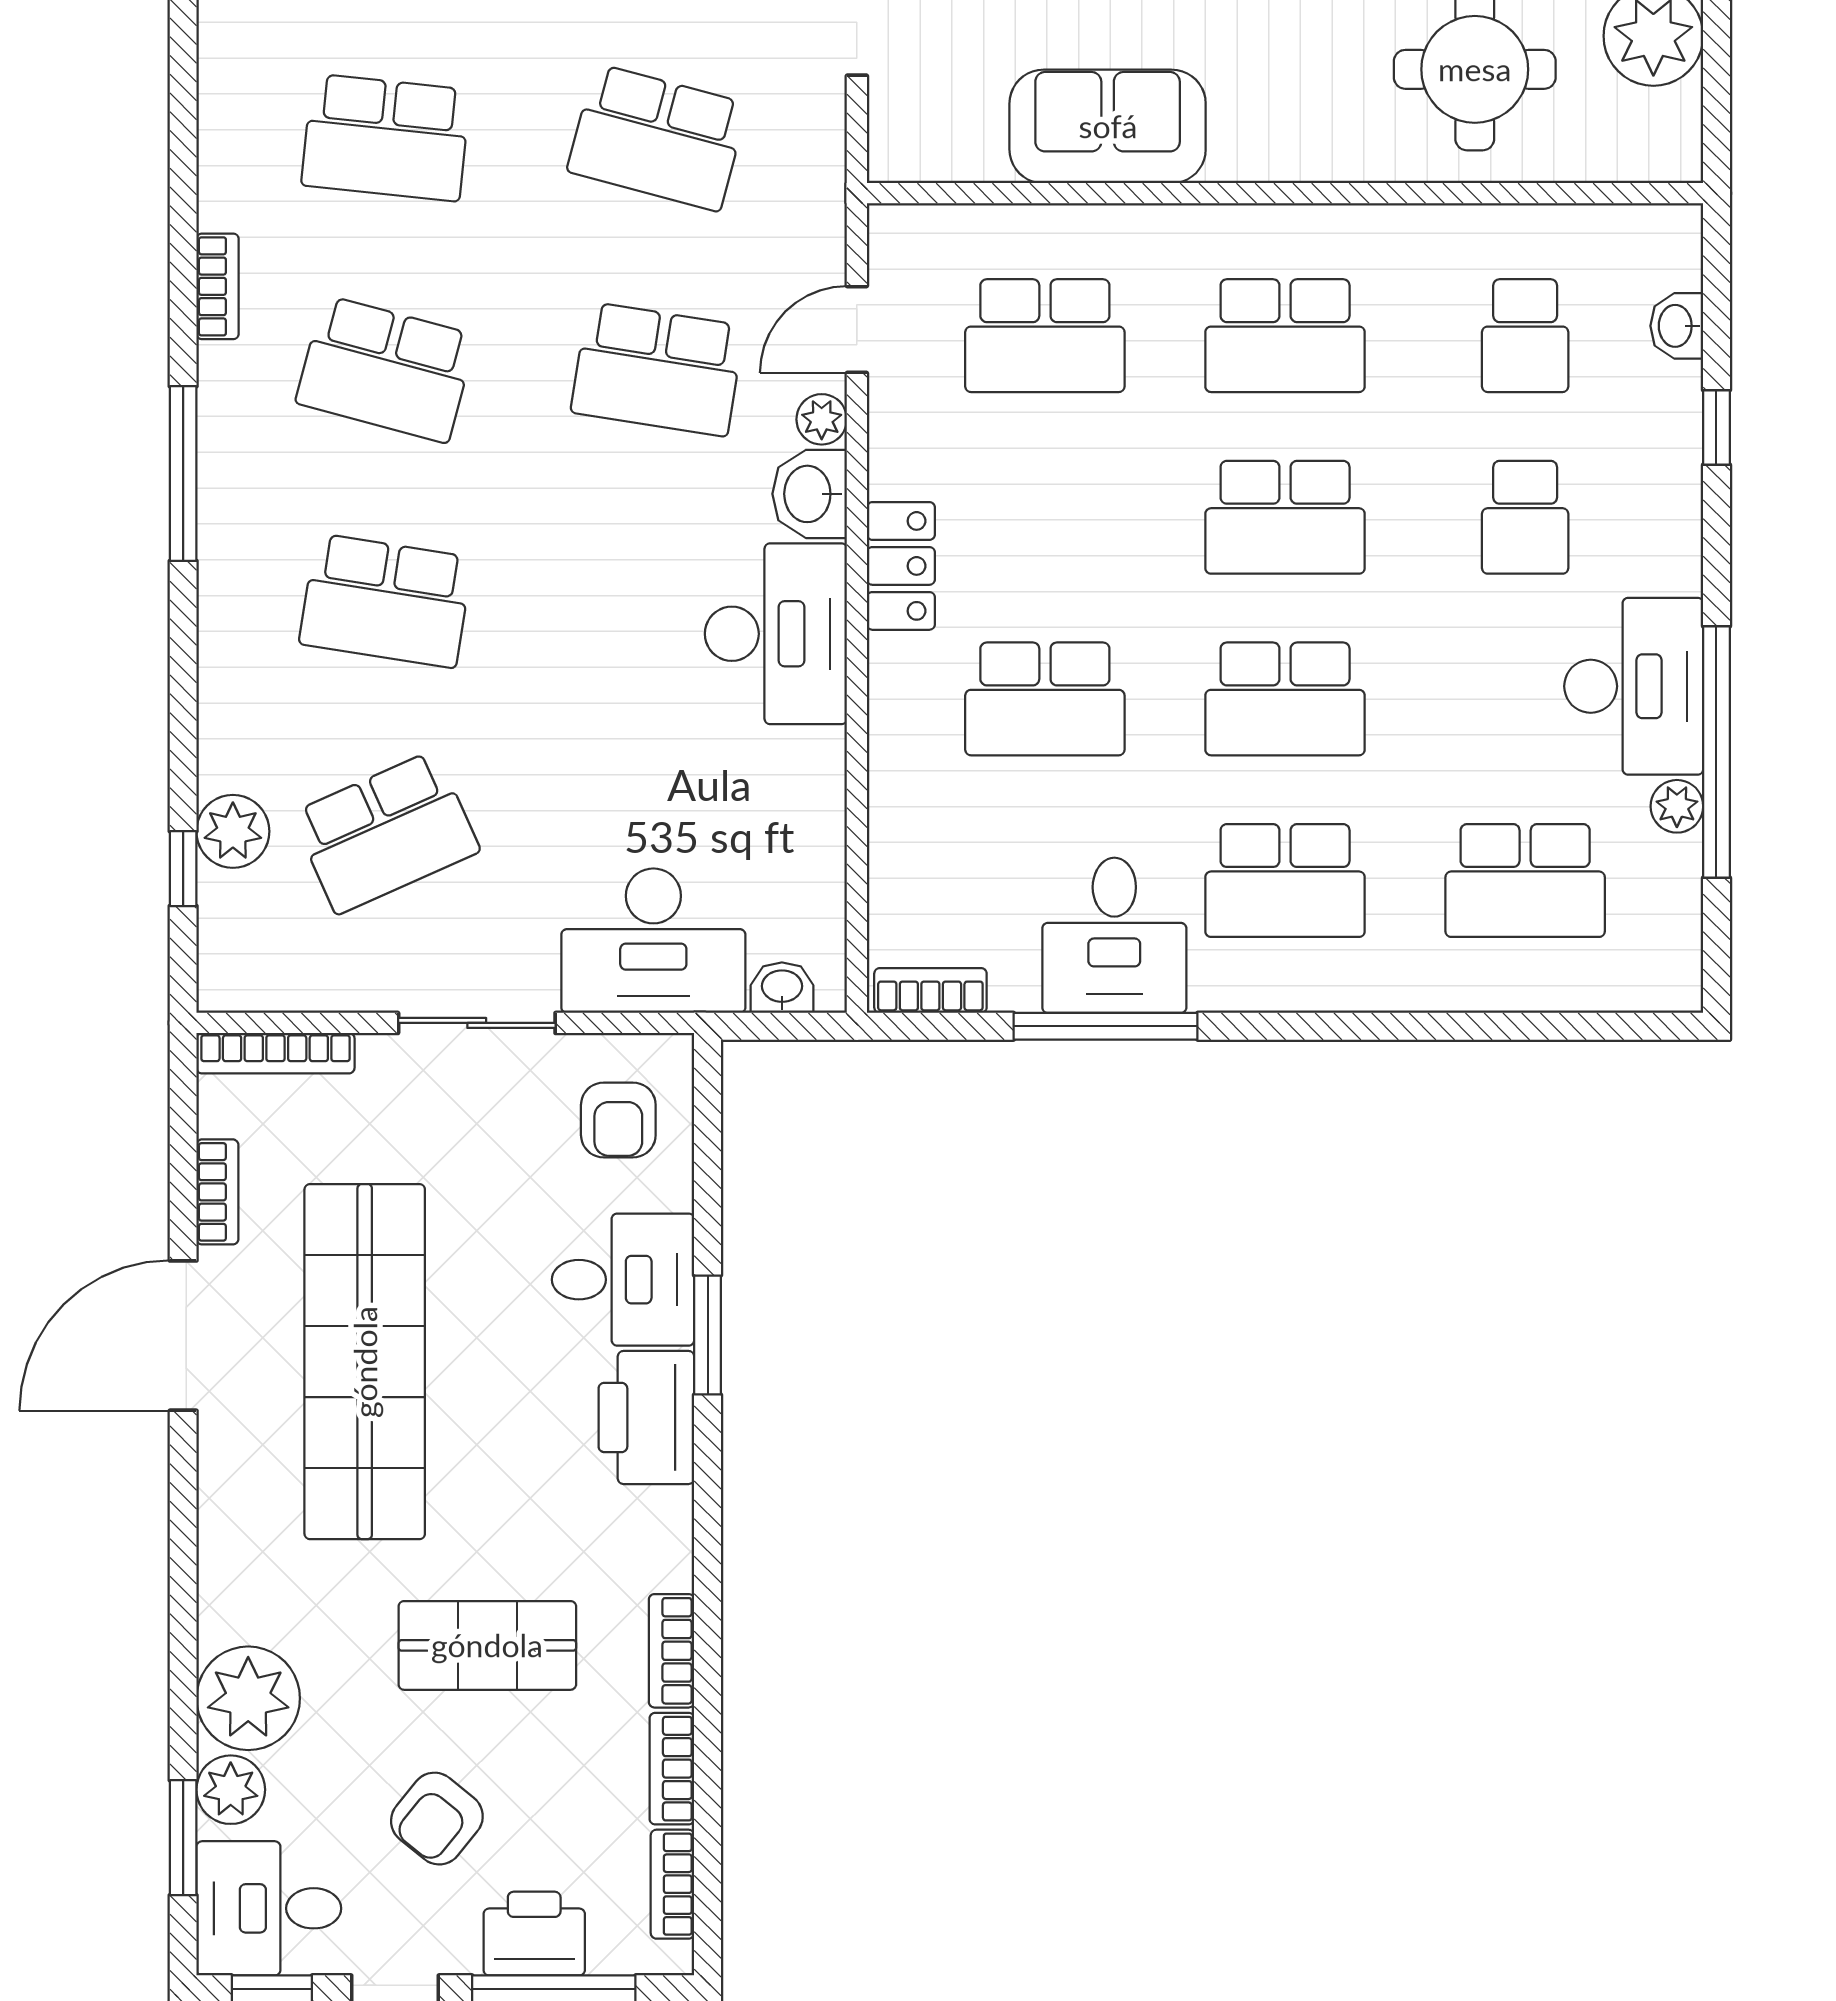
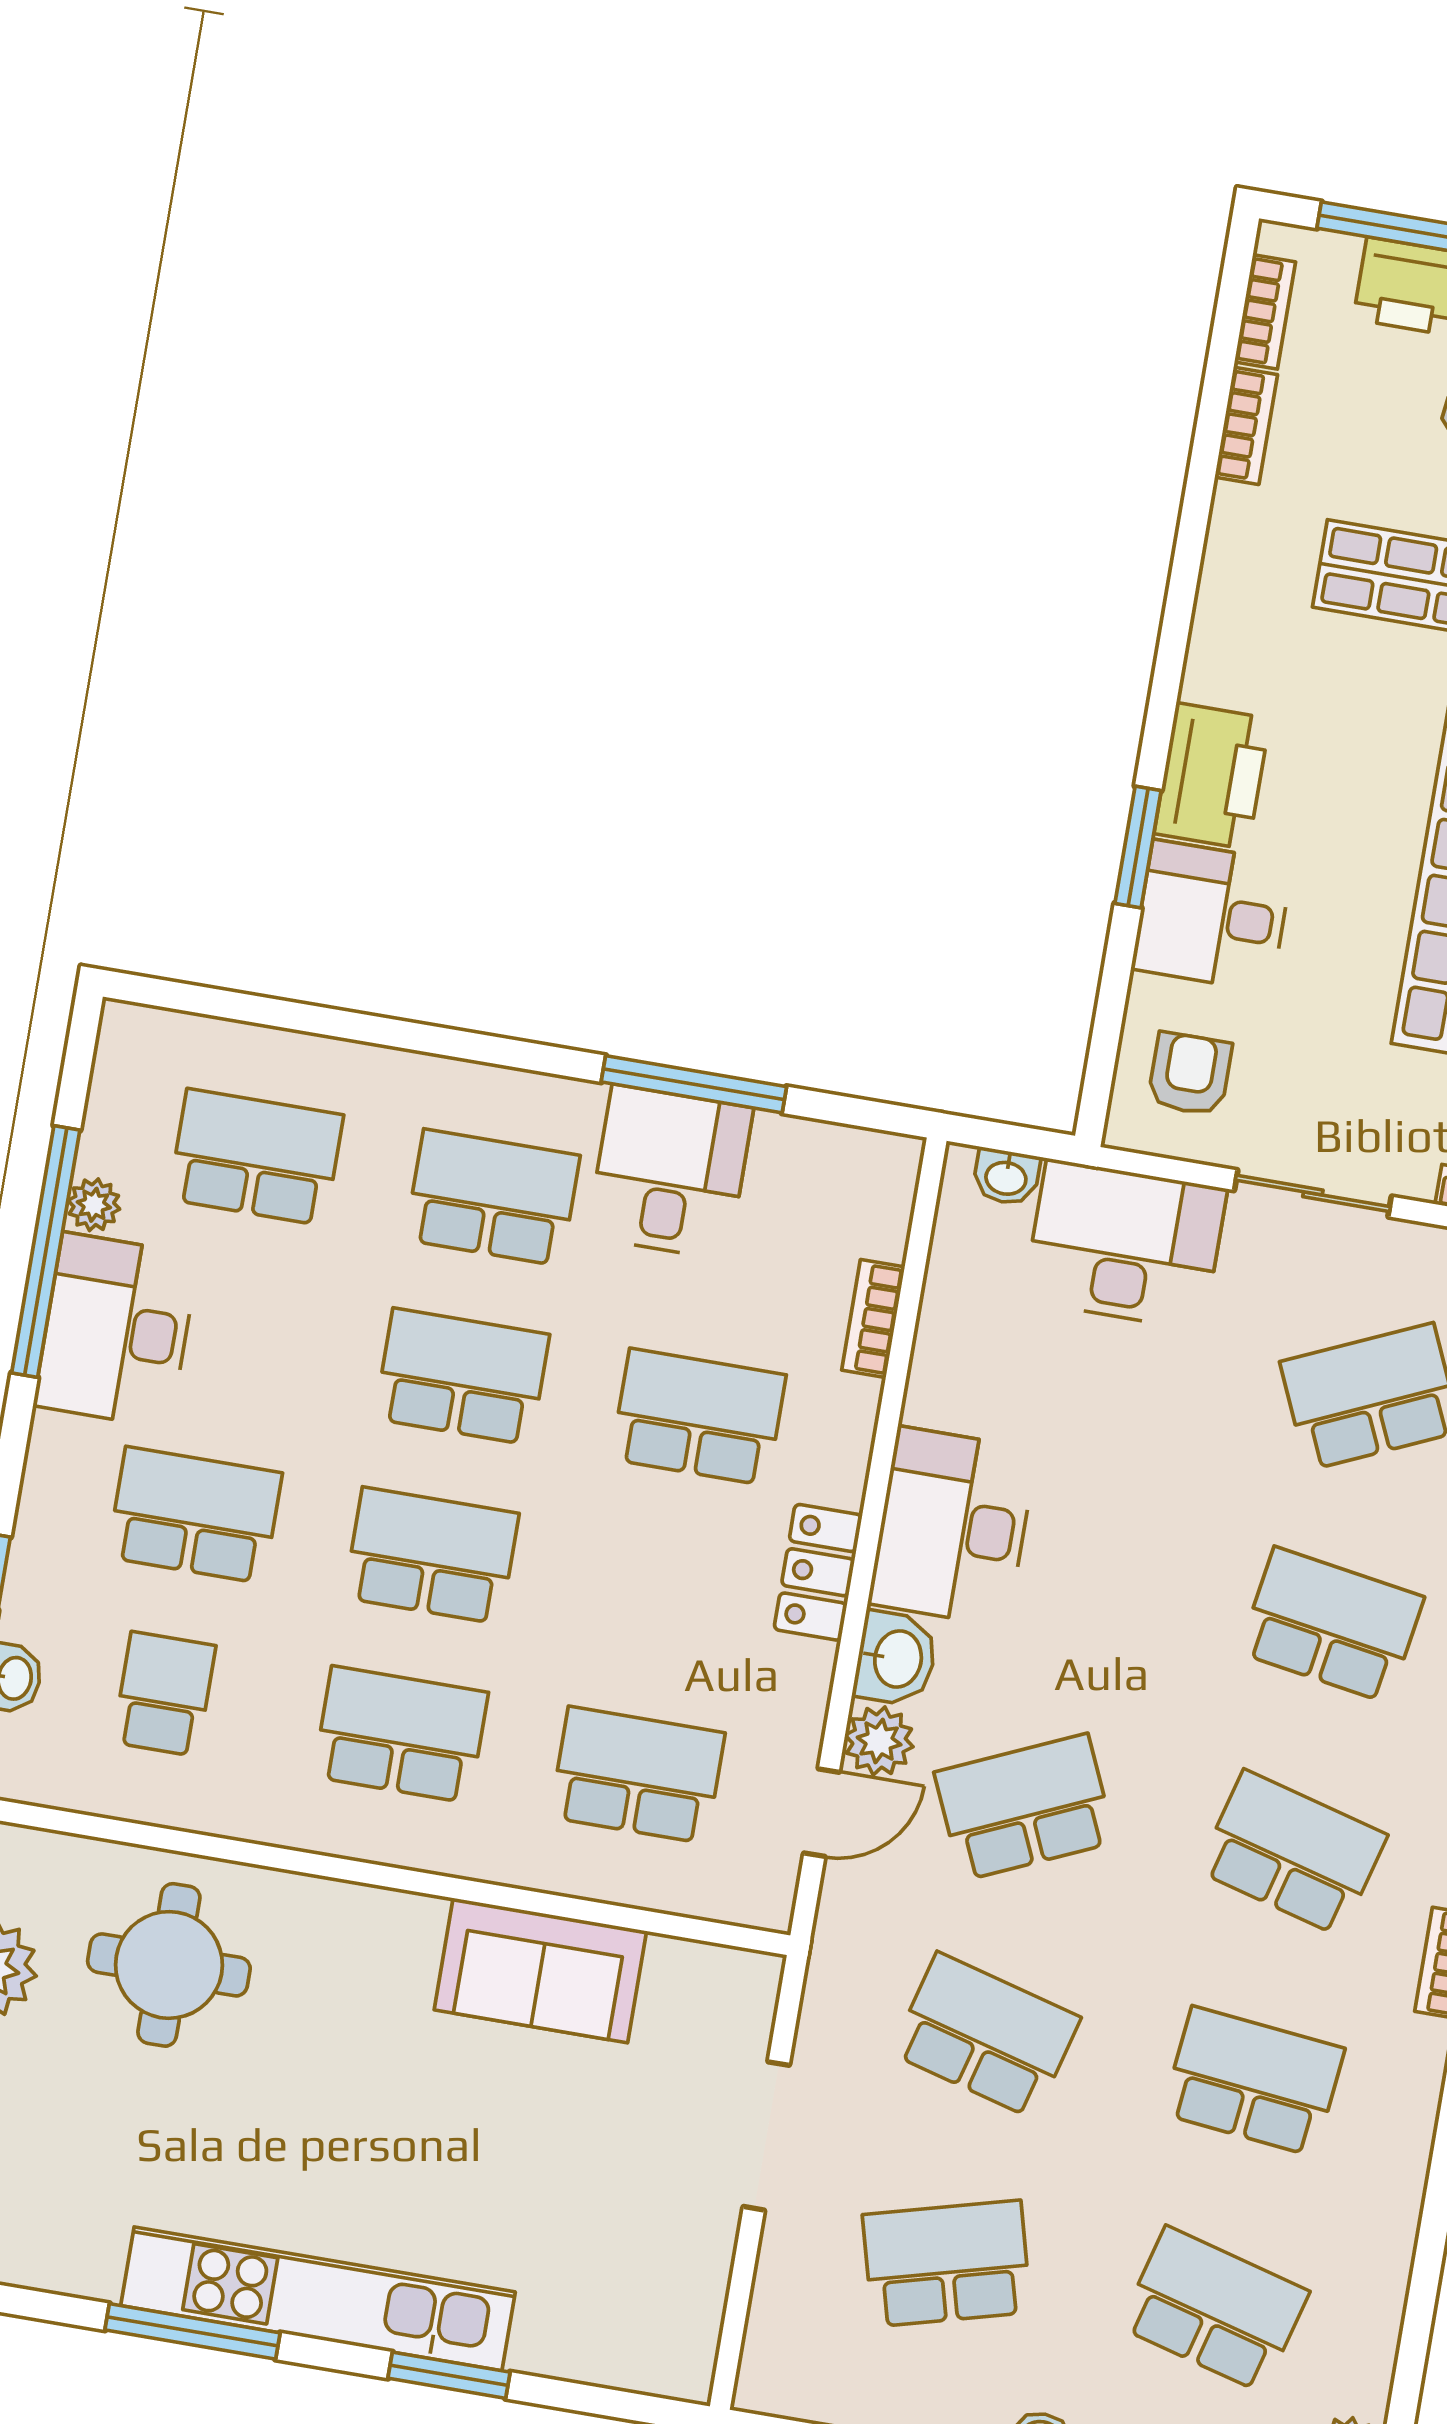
school desk: (657, 369) -> (1025, 1807), turned -33
plant: (822, 419) -> (879, 1741), width x1.38, depth x1.38
school desk: (1525, 517) -> (195, 1515), width x1.85
bookcase: (930, 991) -> (873, 1319), moved, turned 90
bookcase: (672, 1651) -> (1227, 542), removed

